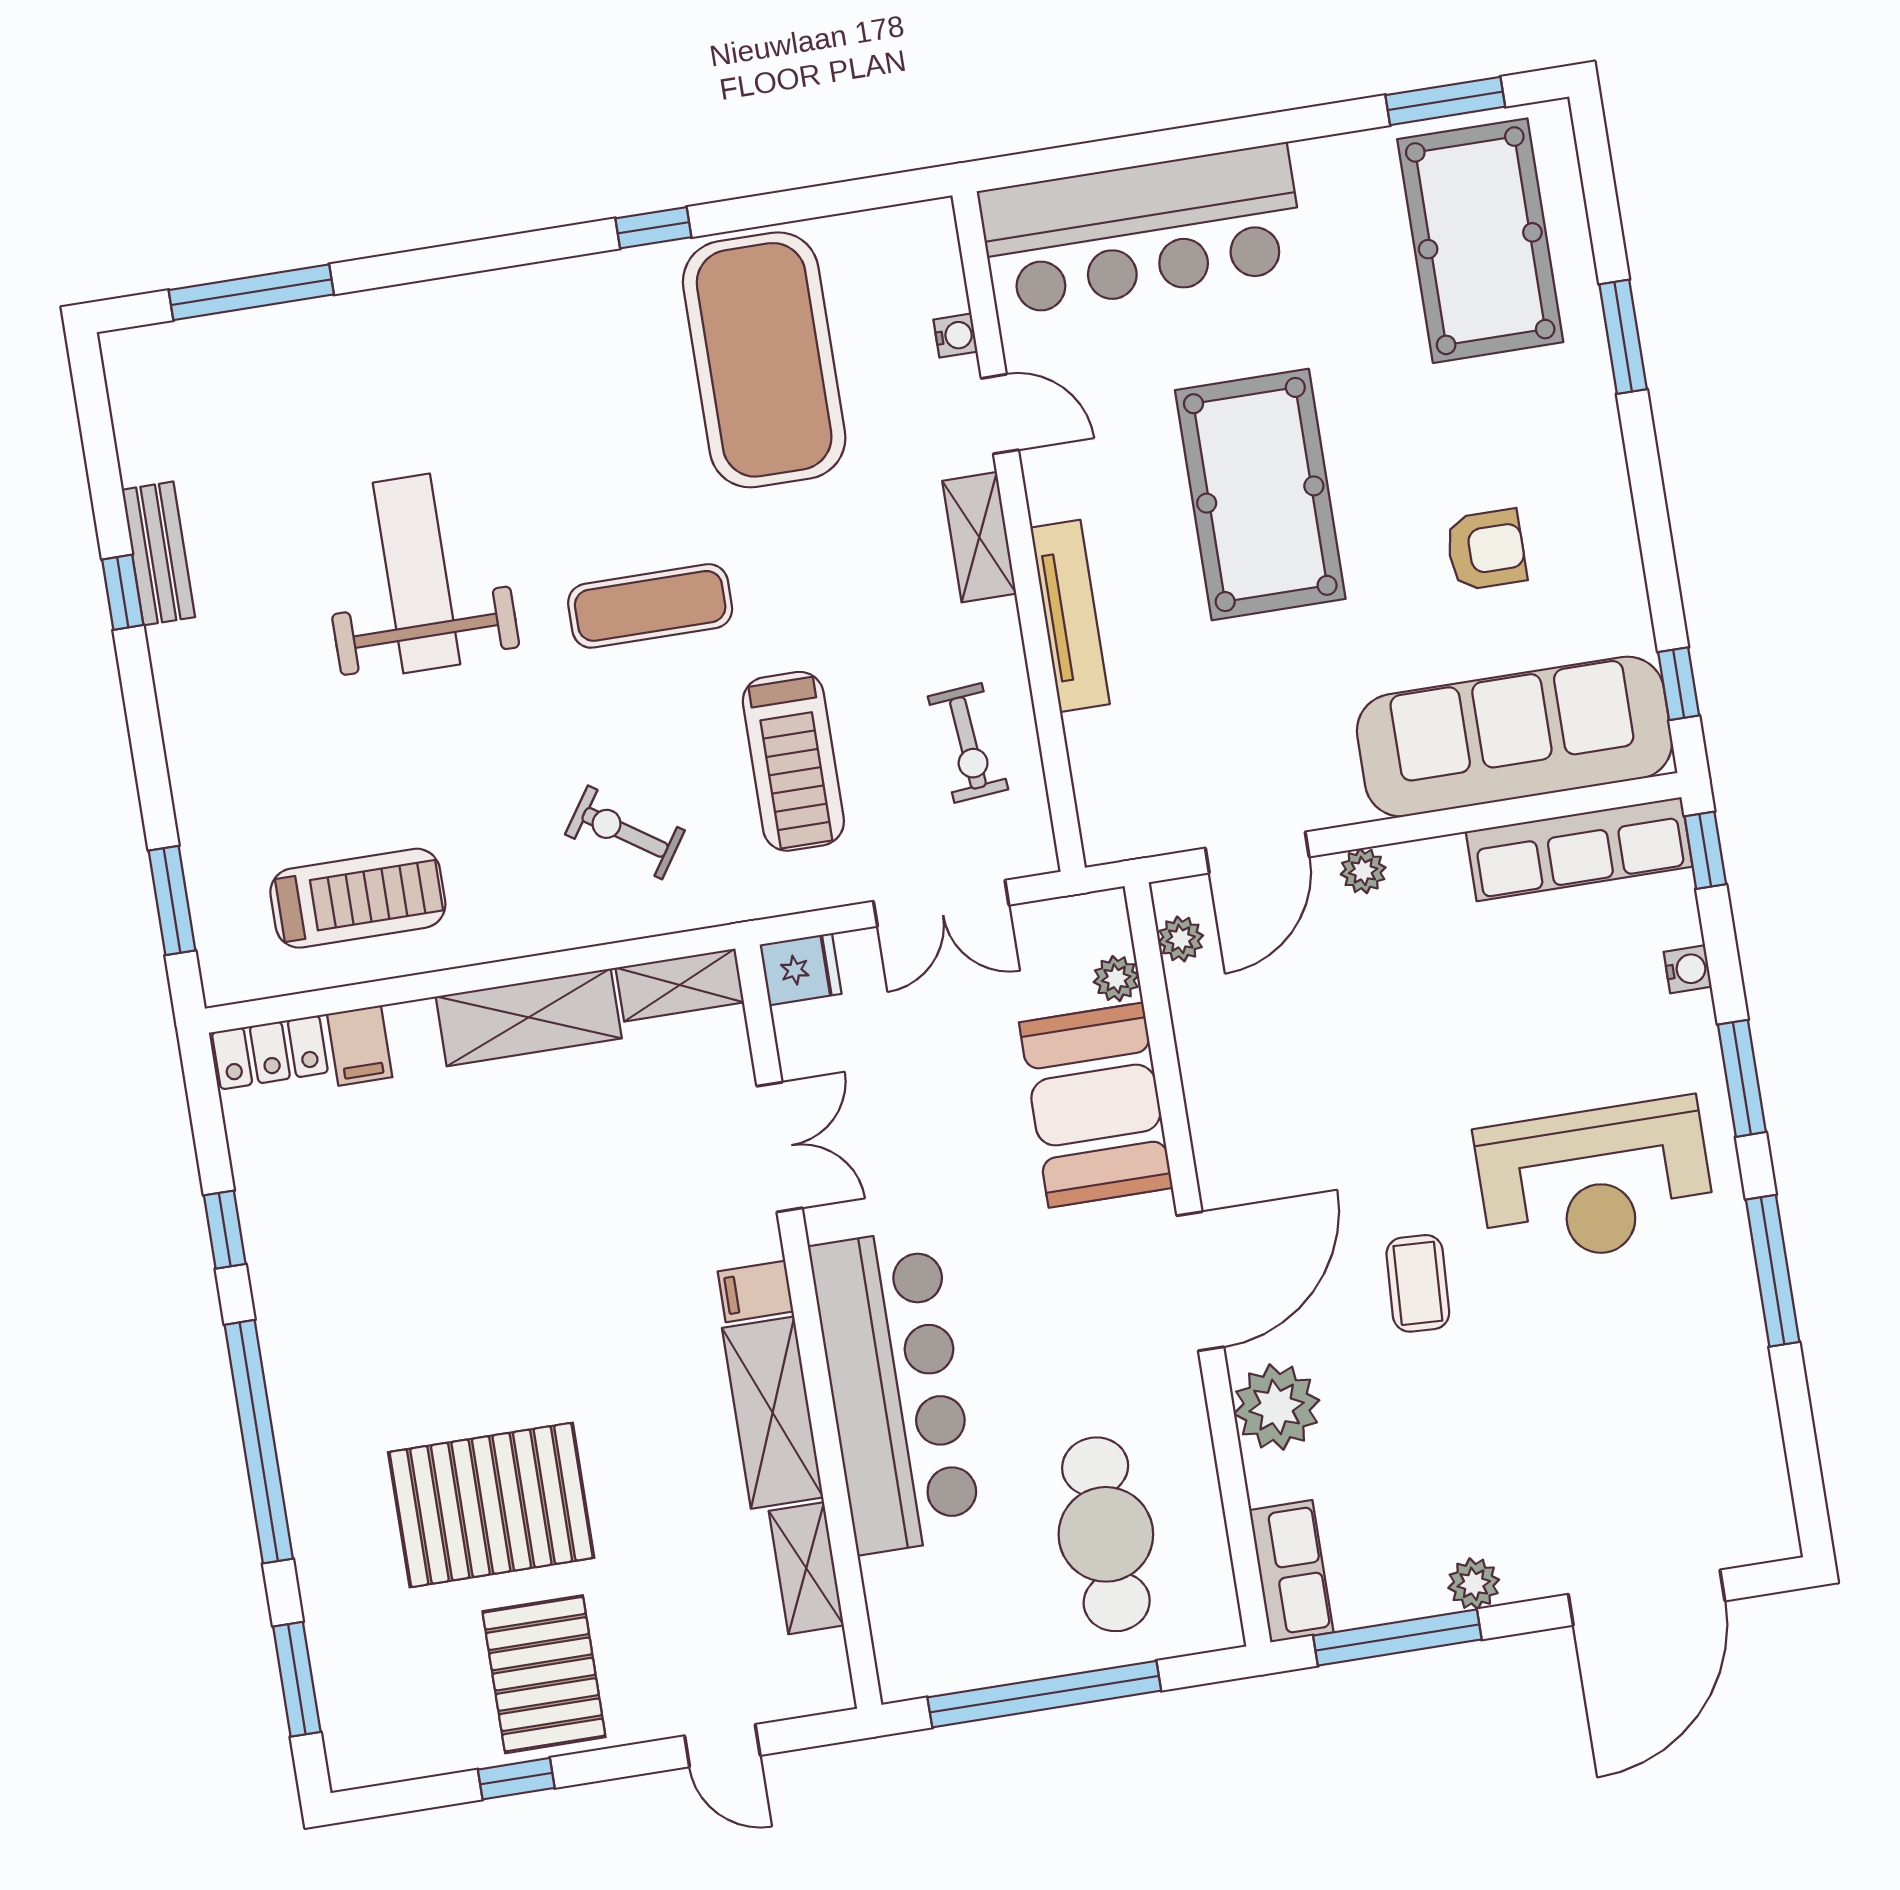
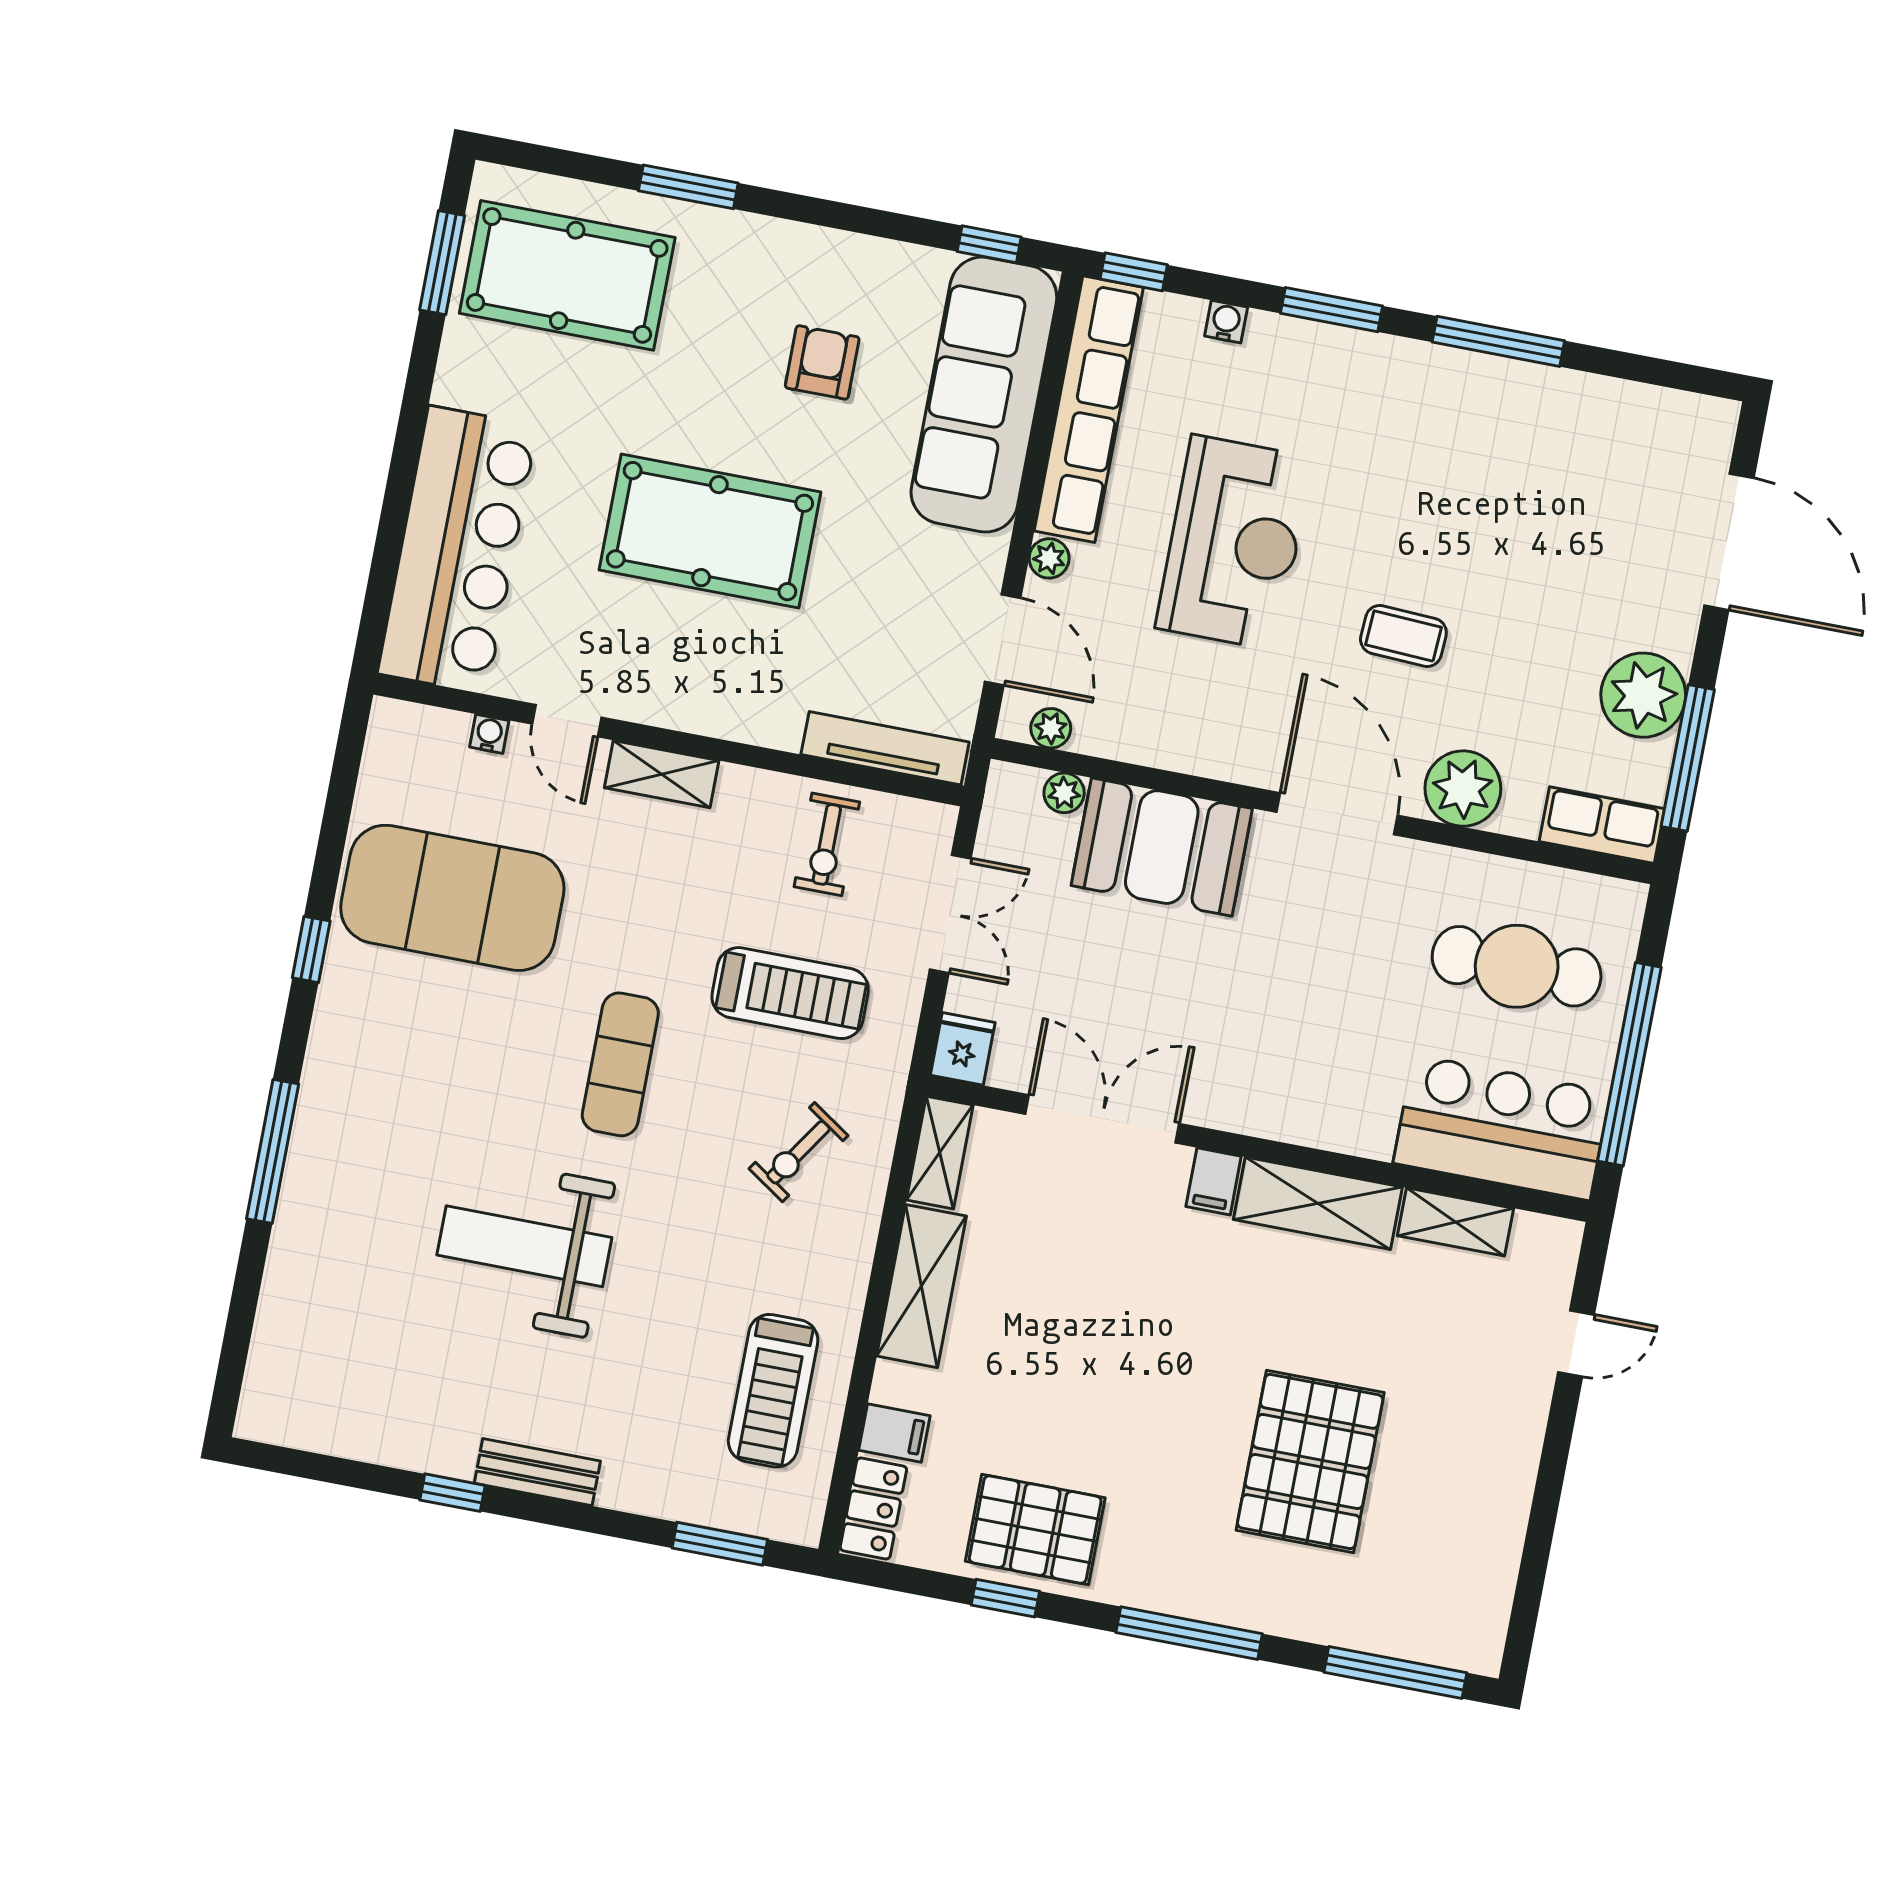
window: (251, 292) -> (273, 1151), moved
door: (1000, 414) -> (567, 721), swing flipped
bench: (158, 553) -> (537, 1472), moved
tv unit: (1070, 616) -> (885, 748), moved
exercise bike: (968, 743) -> (827, 844), turned 95
row of seats: (1579, 849) -> (1089, 409), width x1.36
treadmill: (358, 898) -> (773, 1391), turned 180
double door: (780, 1147) -> (1102, 1119), width x1.37
reception desk: (1595, 1182) -> (1234, 543), moved
bar counter: (896, 1391) -> (1502, 1128), moved, width x0.73
window: (259, 1442) -> (1189, 1633), width x0.68
plant: (1474, 1584) -> (1643, 695), width x1.88, depth x1.88
pallet: (544, 1674) -> (1035, 1530), moved
window: (297, 1679) -> (1395, 1673), width x1.44
window: (516, 1779) -> (1542, 1522), removed

